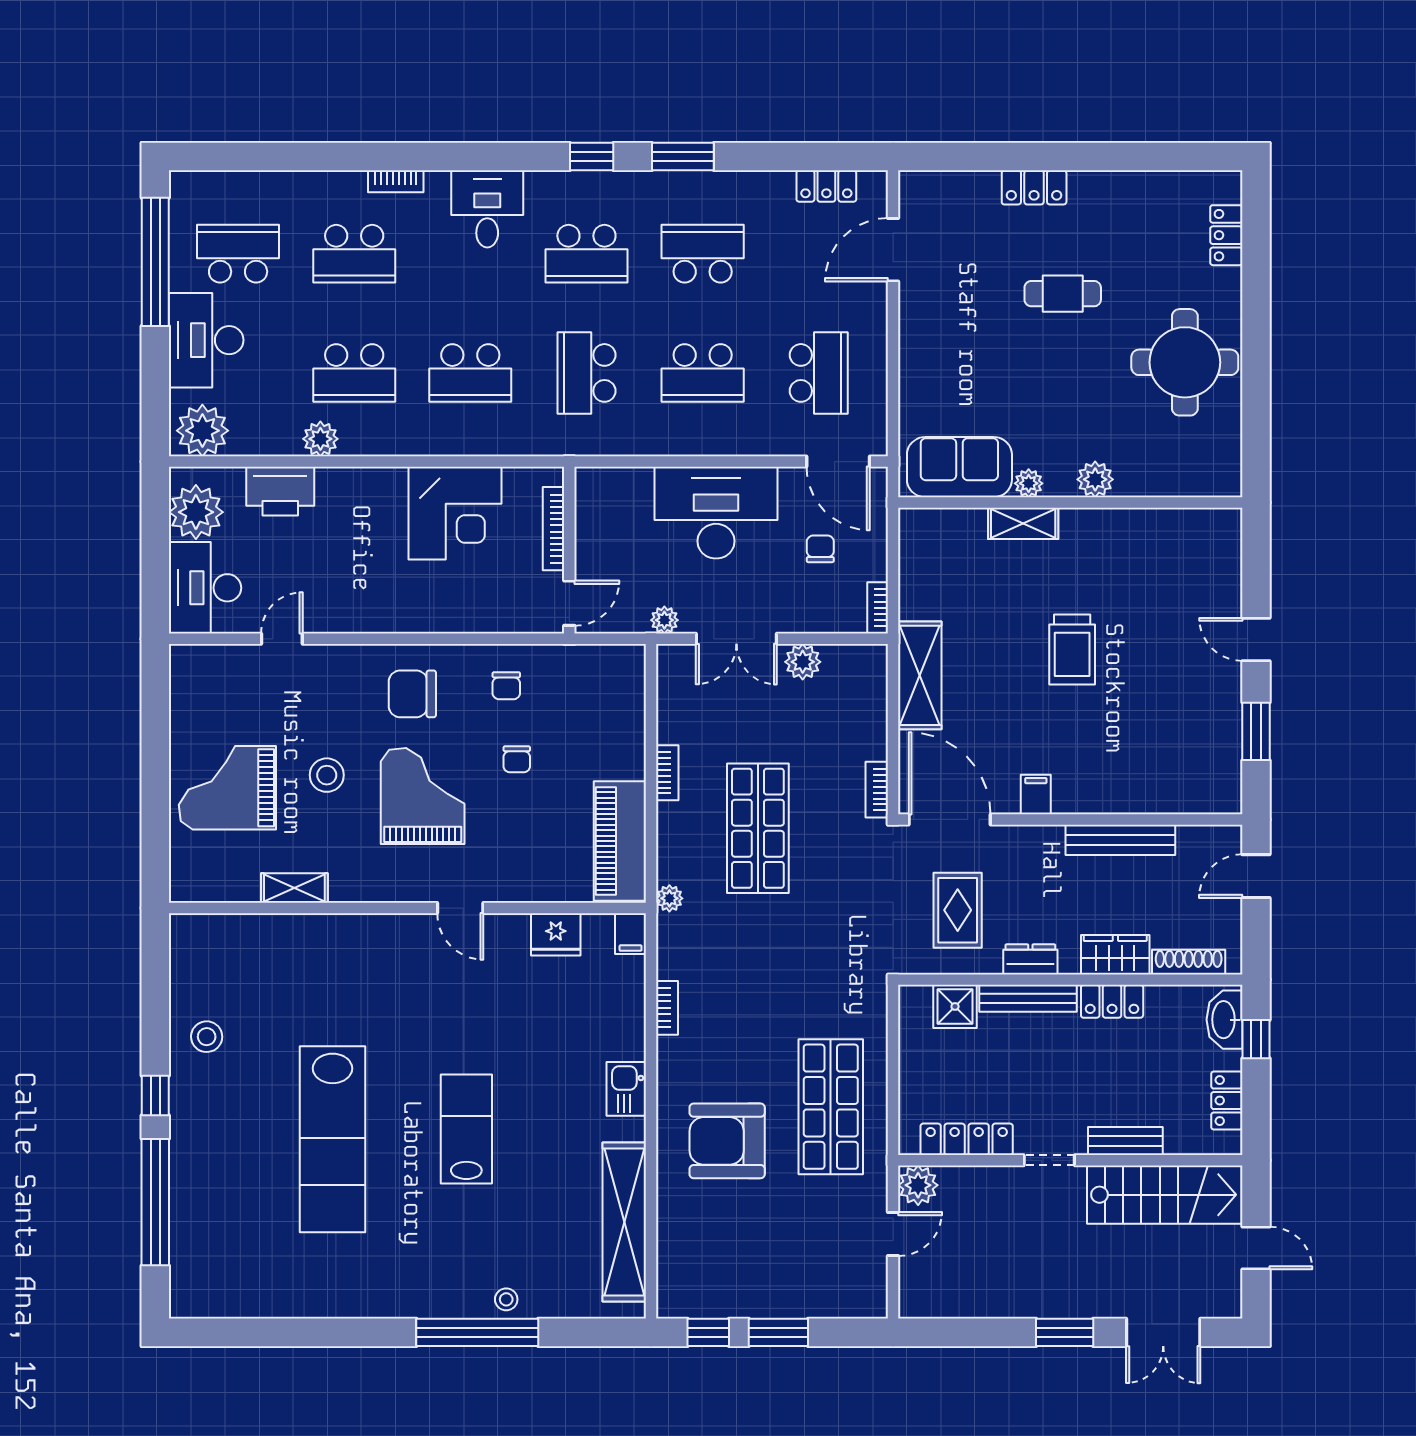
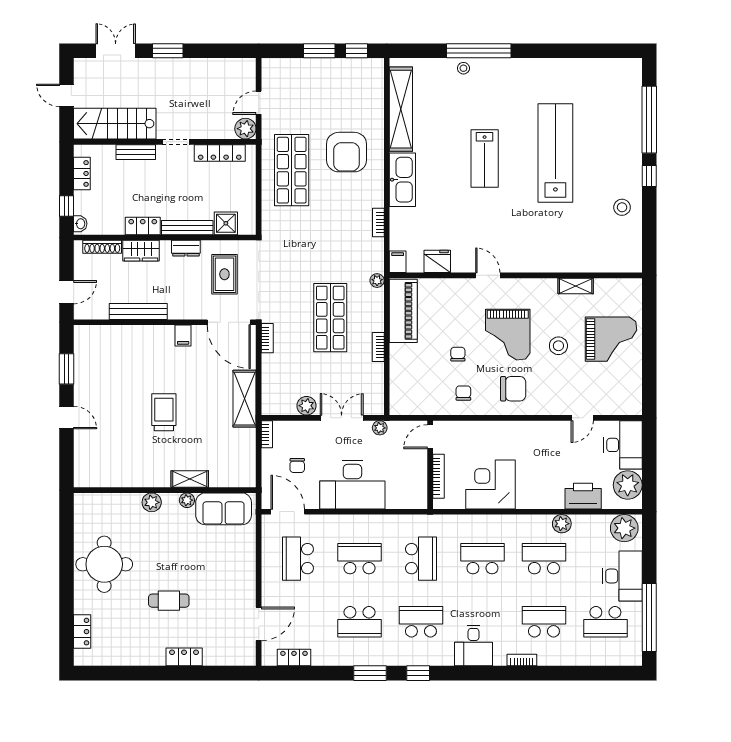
washbasin: (1225, 1020) -> (80, 224), width x0.52, depth x0.69
kitchen sink: (626, 1089) -> (402, 180), width x1.88, depth x1.24
armchair: (727, 1141) -> (347, 152), turned 90

